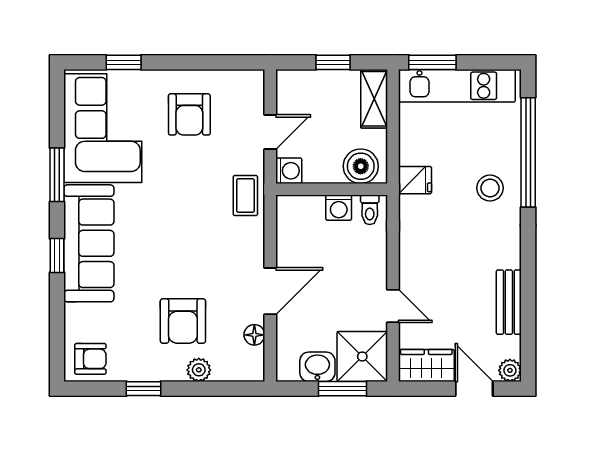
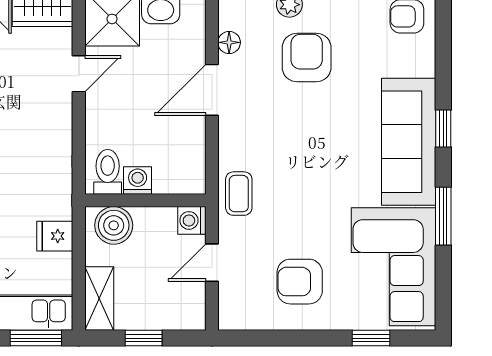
armchair: (189, 114) -> (300, 282), turned -90
fridge: (415, 180) -> (55, 236), moved
toilet: (370, 210) -> (108, 172), width x1.37, depth x1.39
door: (393, 306) -> (79, 74), swing flipped

